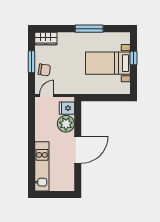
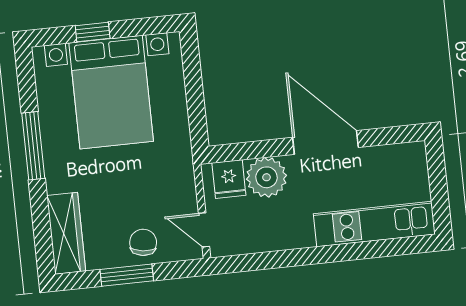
wardrobe: (46, 38) -> (66, 233), width x1.50
bed with nightstands: (108, 63) -> (111, 92), width x1.36

